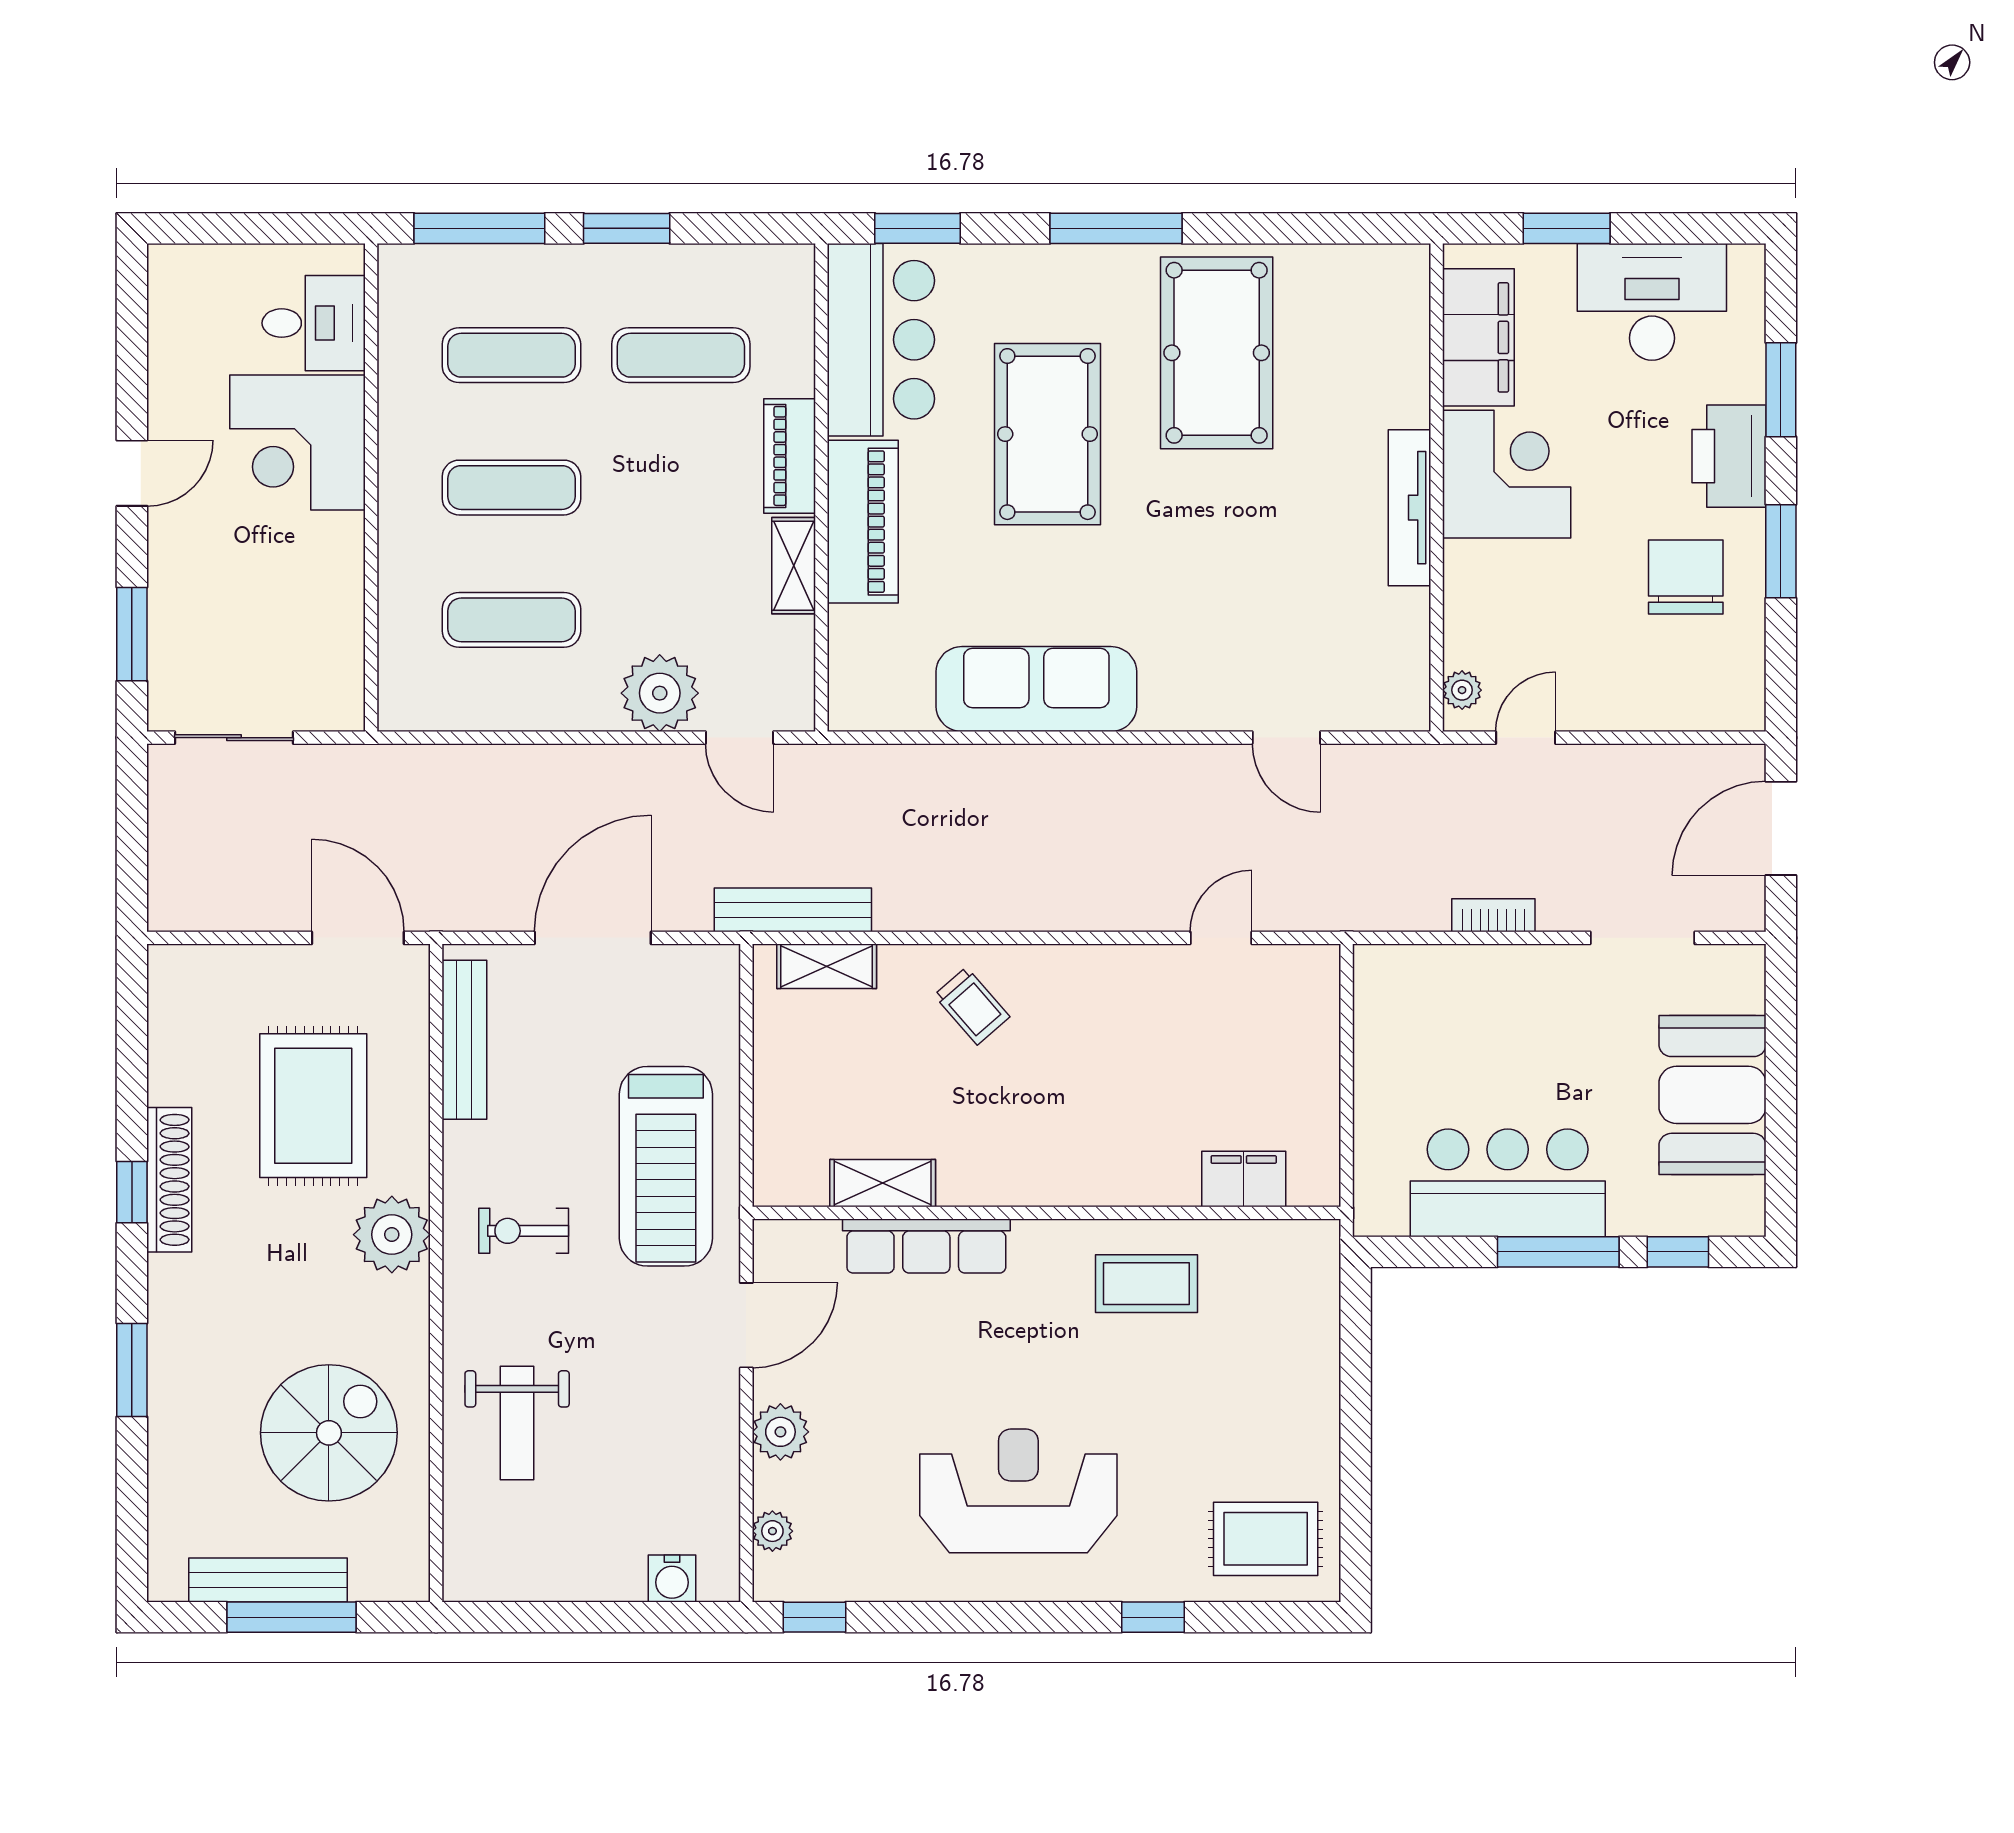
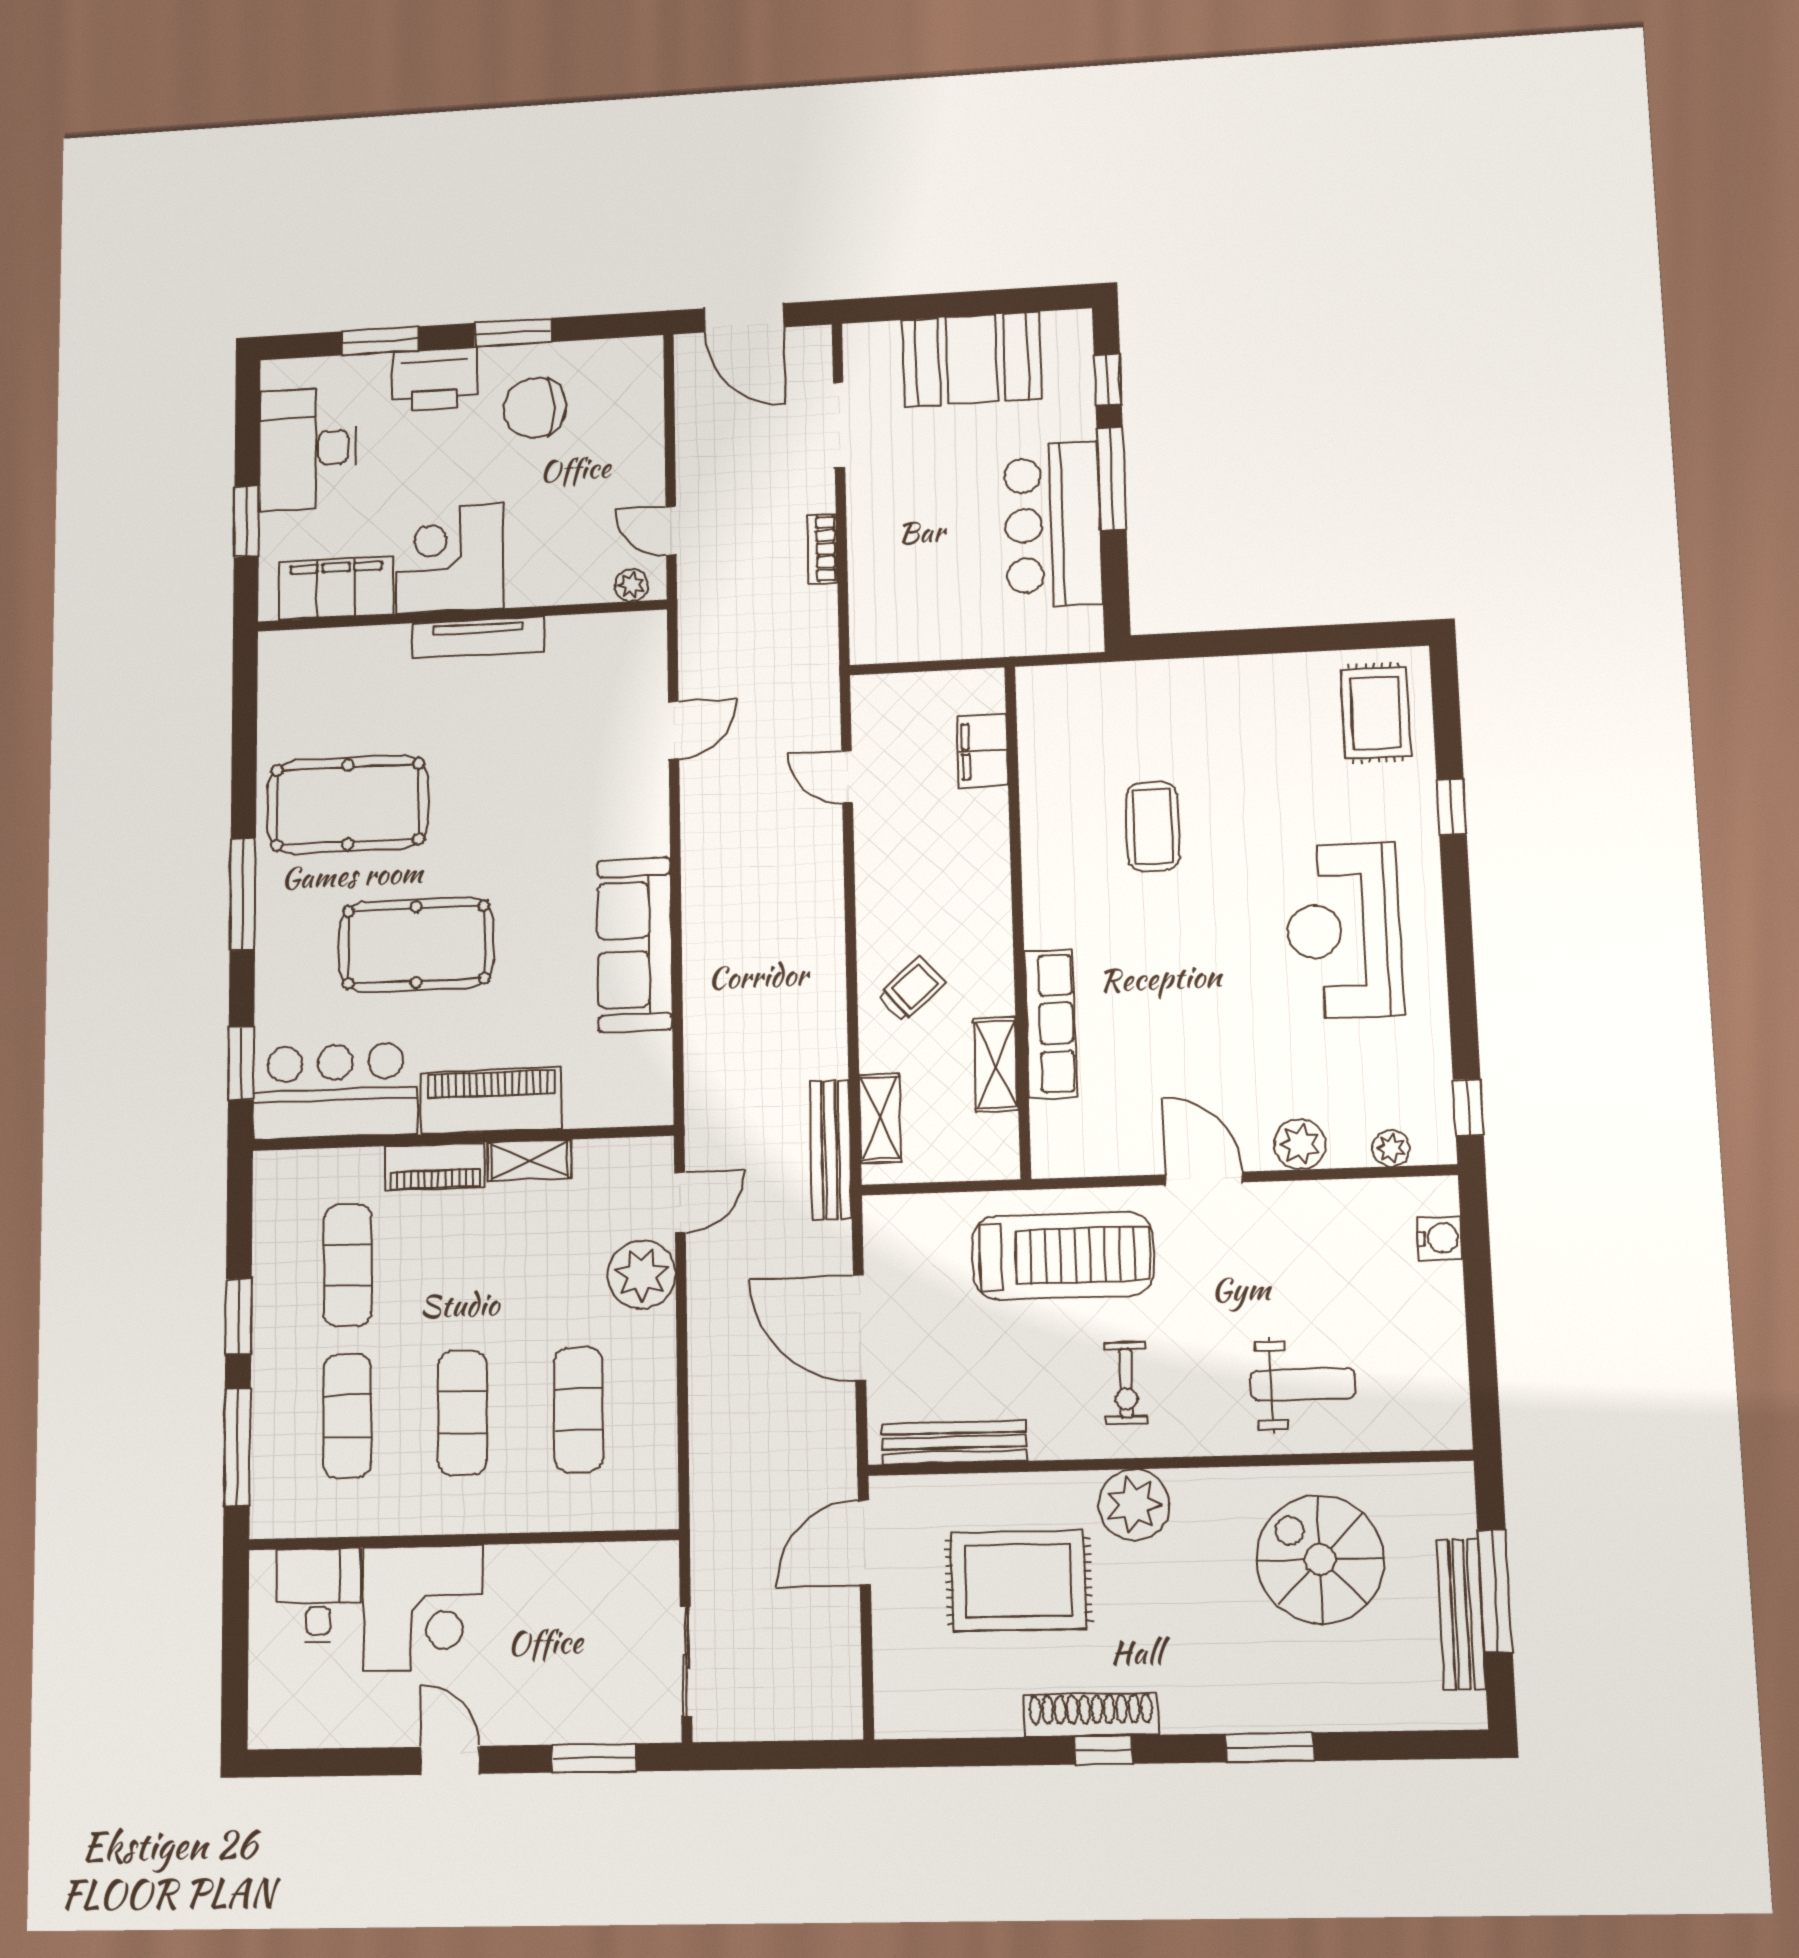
filing cabinet: (1244, 1179) -> (983, 751), moved
shelving: (883, 1183) -> (996, 1064), moved
wall: (1046, 1213) -> (1018, 920), moved
row of seats: (926, 1246) -> (1051, 1024), moved

